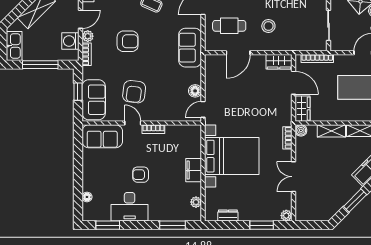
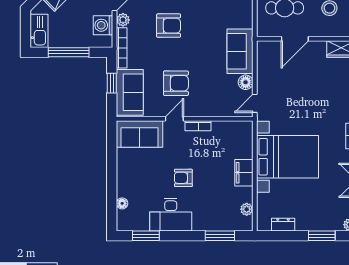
sofa: (190, 48) -> (240, 51), moved
bookcase: (87, 54) -> (122, 48), width x1.56
armchair: (134, 92) -> (176, 83), turned -97
door: (133, 123) -> (174, 119), hinge flipped

